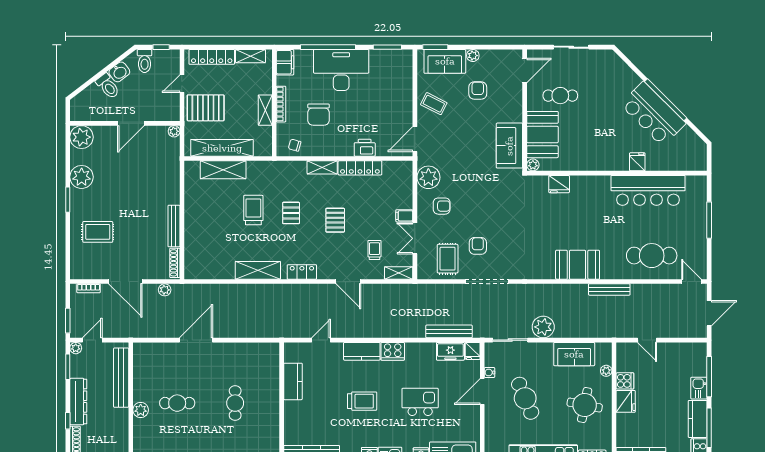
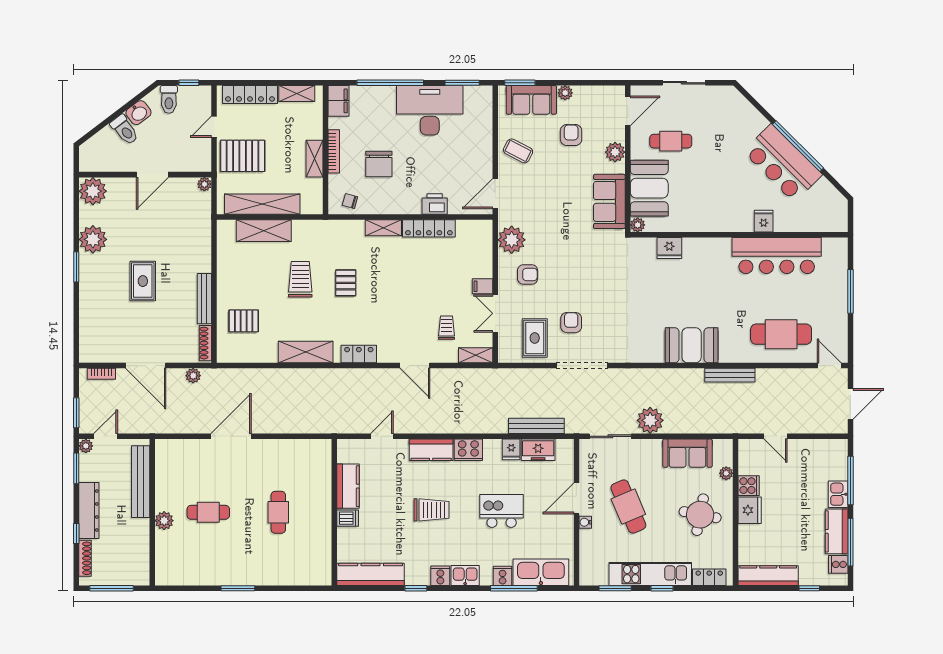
desk: (341, 70) -> (430, 110), moved
plant: (514, 105) -> (615, 152), added
pallet: (335, 220) -> (244, 321), moved, turned 90
rug: (98, 232) -> (143, 281), moved, turned 90
fridge: (473, 351) -> (511, 449), moved
water cooler: (489, 372) -> (585, 522), moved
dishwasher: (293, 408) -> (348, 518), added

